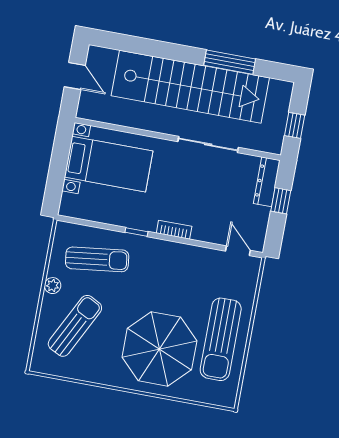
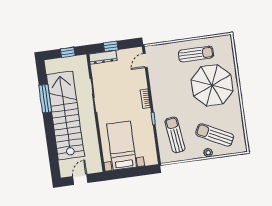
plant: (53, 286) -> (208, 153), moved
sun lounger: (221, 339) -> (196, 54), width x0.73, depth x0.75

